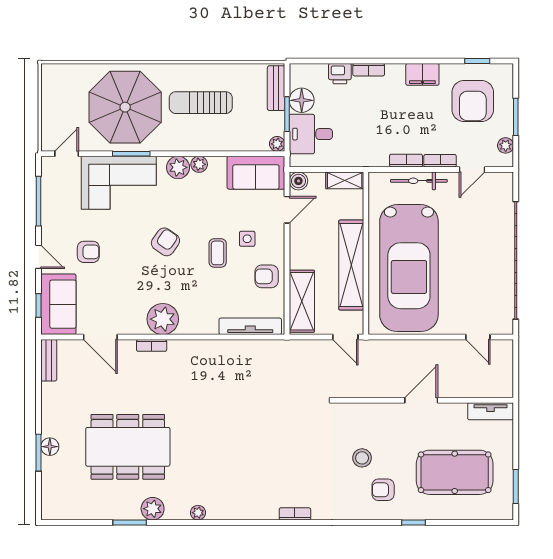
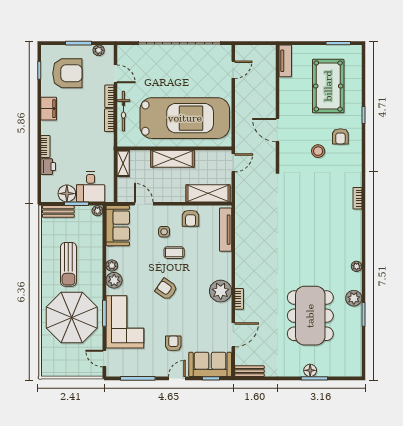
boiler: (298, 181) -> (124, 196), removed
shelving: (351, 265) -> (172, 159), width x0.68
door: (421, 400) -> (278, 130), moved

